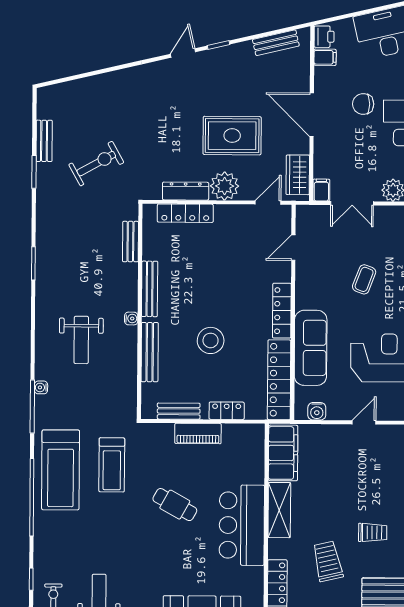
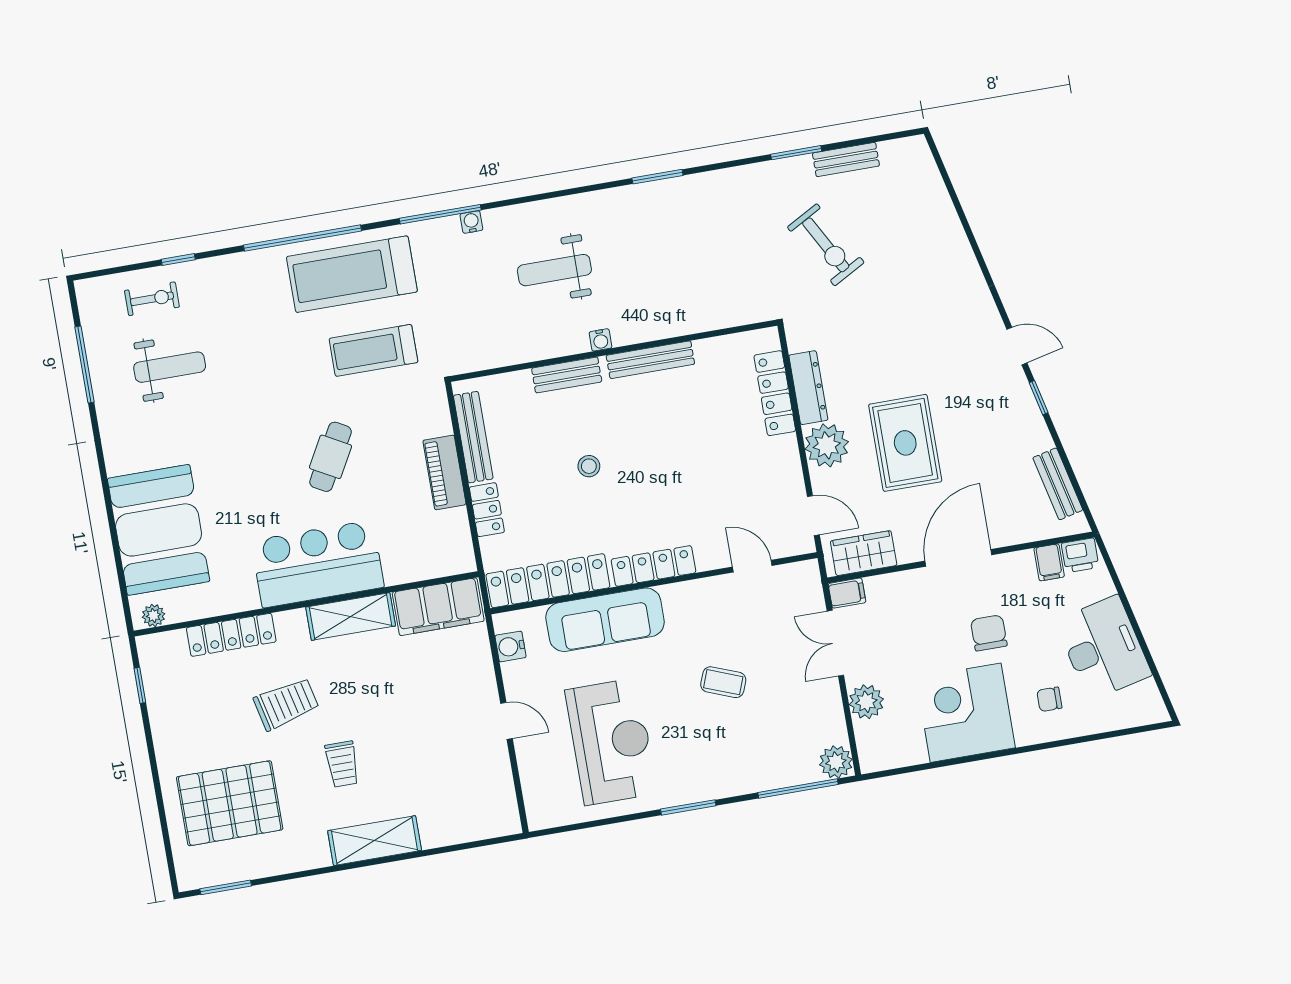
bench: (130, 242) -> (717, 318), removed
stool: (211, 340) -> (589, 466), width x0.53, depth x0.53
bench: (150, 352) -> (567, 375), width x0.73
bench: (179, 411) -> (473, 437), width x1.36

